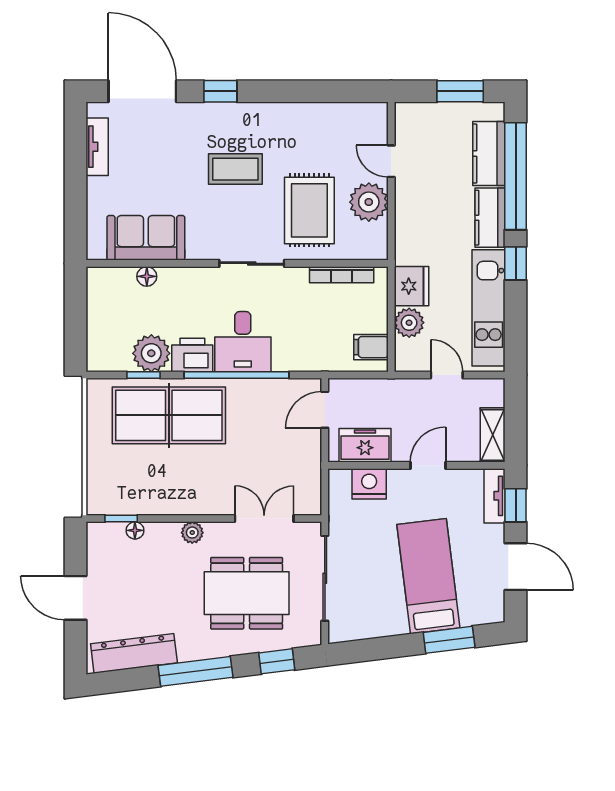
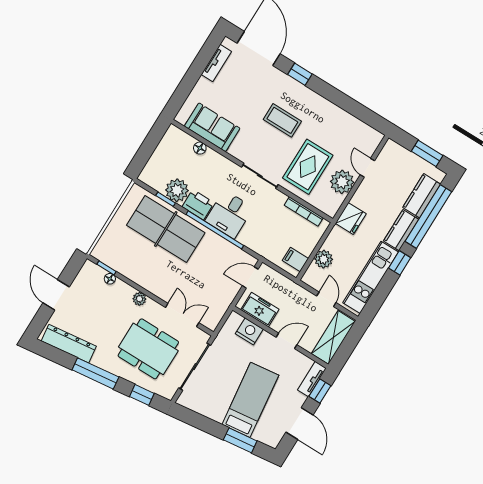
fridge: (411, 286) -> (351, 218), moved
shelving: (493, 435) -> (333, 338), width x1.50, depth x1.33

